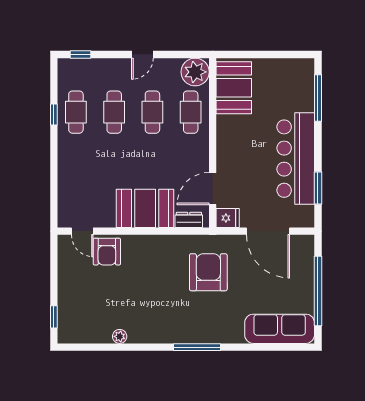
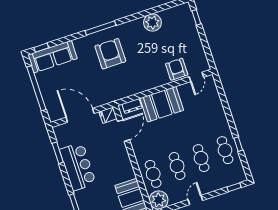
bar counter: (296, 159) -> (78, 167), width x0.73
door: (82, 231) -> (196, 77), swing flipped
armchair: (208, 272) -> (110, 54), moved, turned 180
plant: (120, 336) -> (152, 23), width x1.87, depth x1.87
window: (292, 347) -> (41, 48), added

